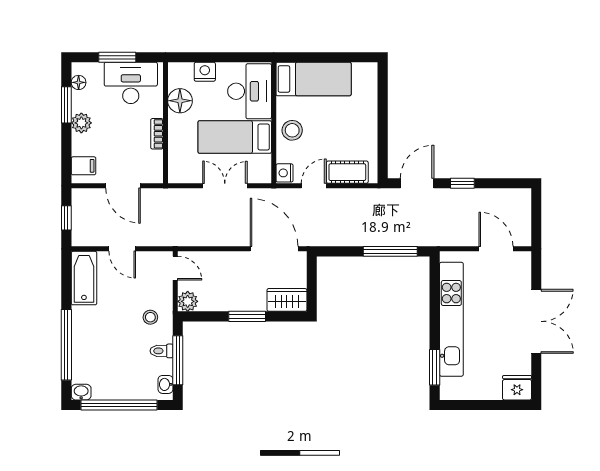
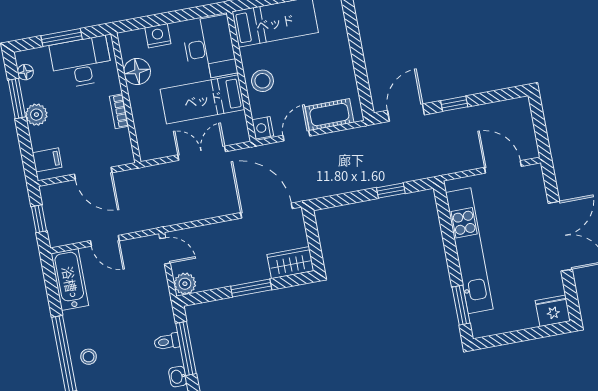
window: (390, 251) -> (391, 190), width x0.46
stool: (150, 317) -> (89, 357), moved

